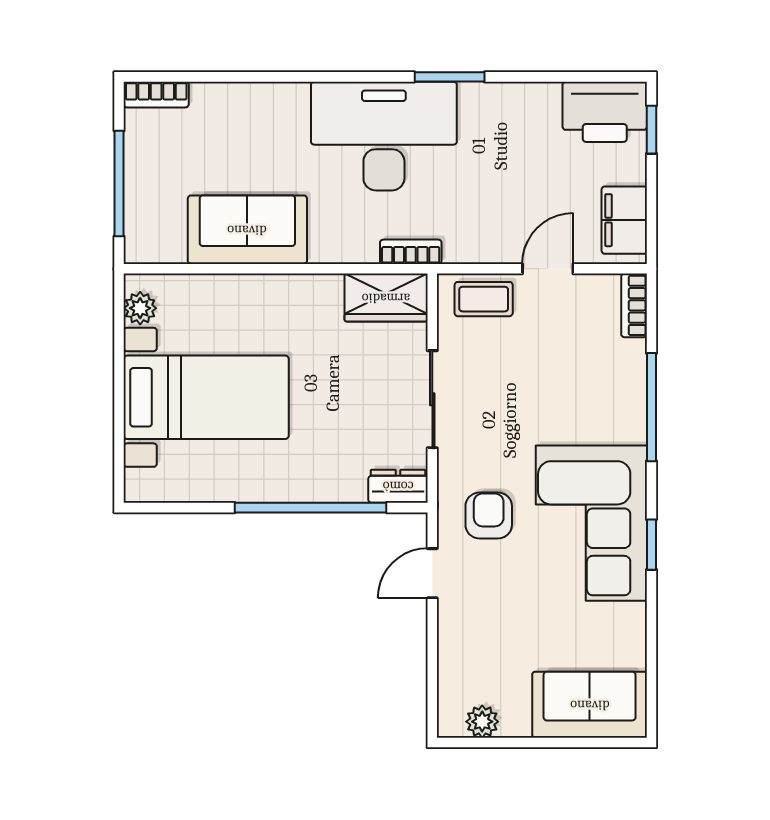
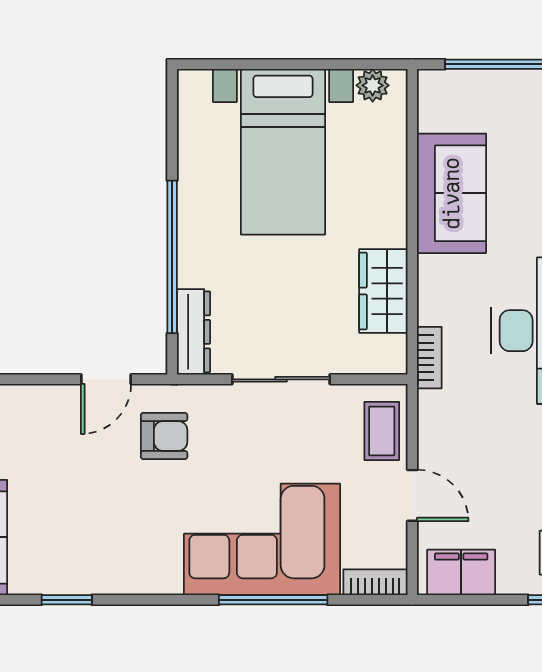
wardrobe: (386, 298) -> (383, 291), moved
dresser: (398, 486) -> (194, 332), width x1.44
corner sofa: (591, 523) -> (262, 539), moved
window: (652, 545) -> (67, 600), moved
door: (432, 573) -> (106, 379), swing flipped

